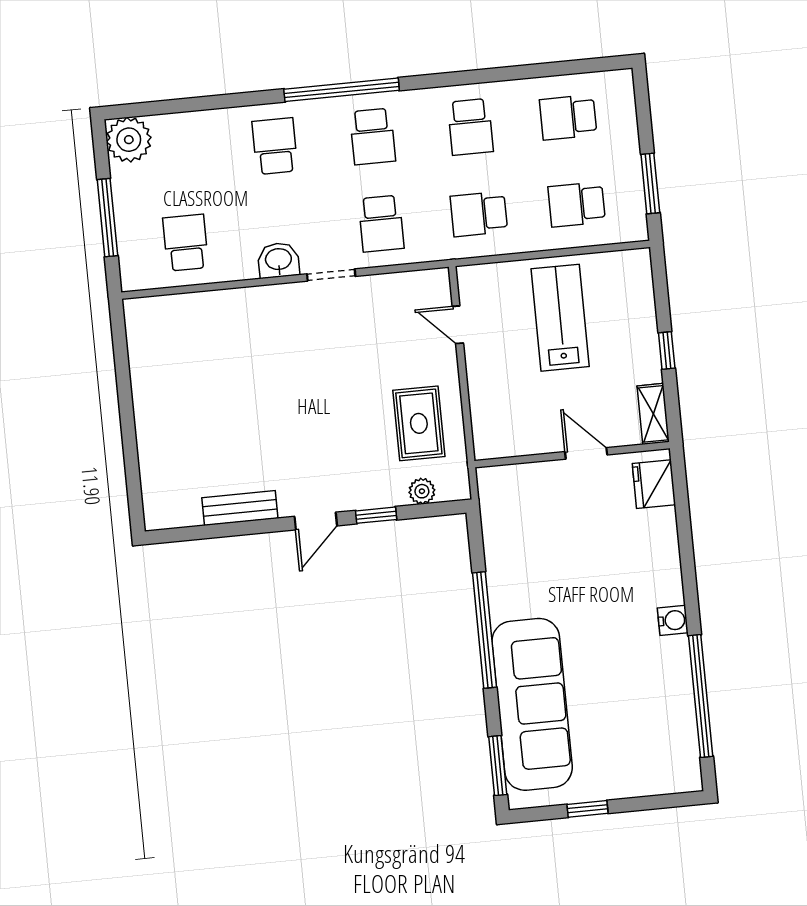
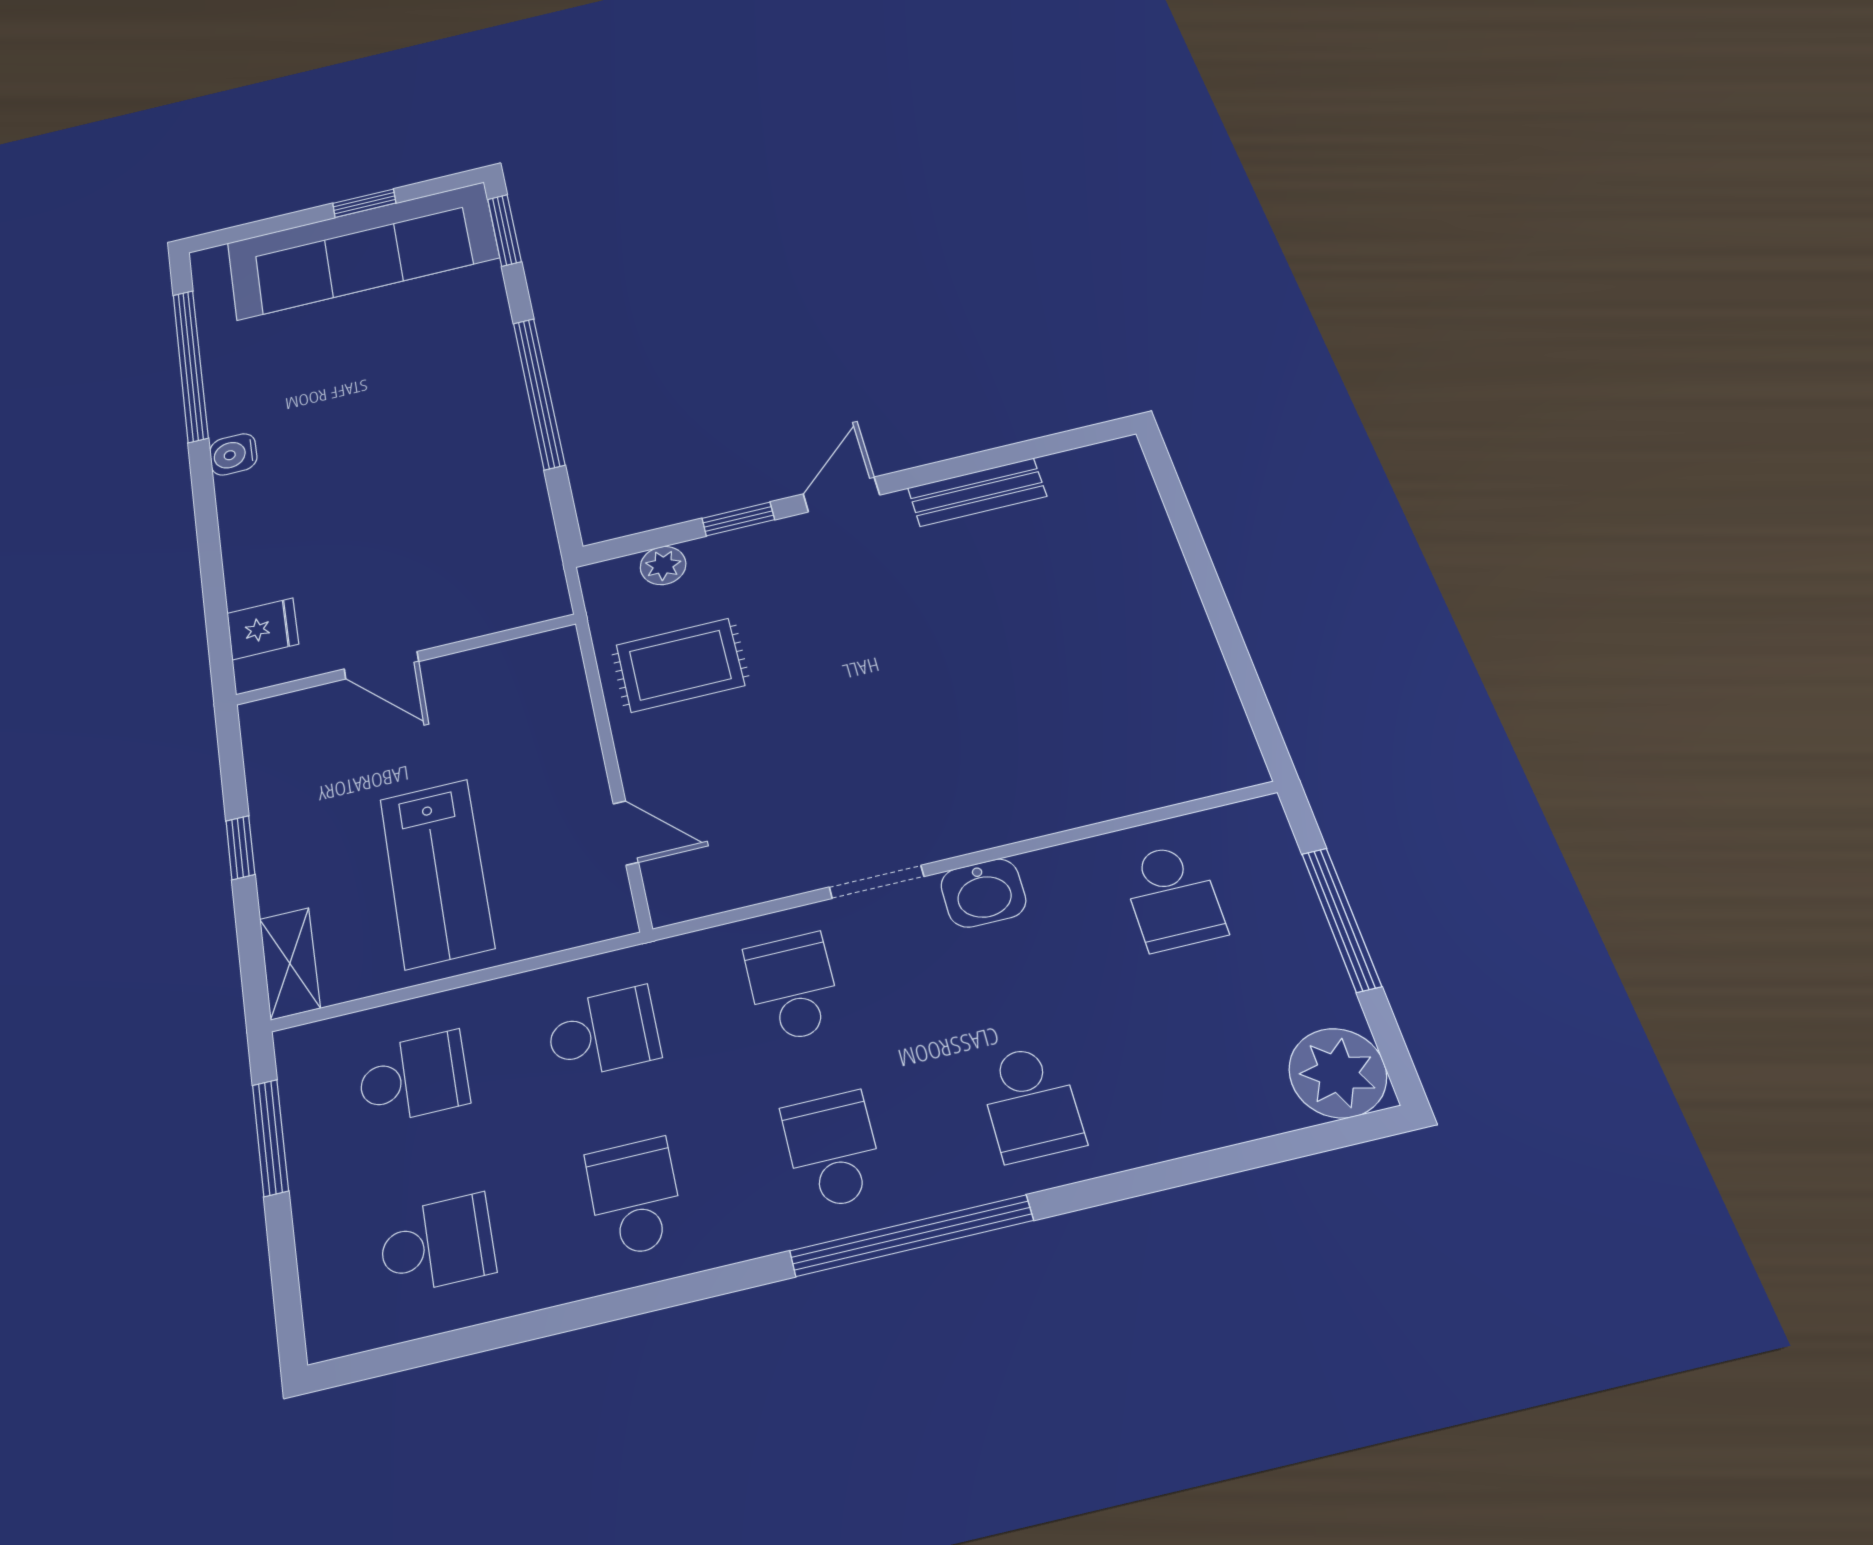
shelving: (653, 414) -> (290, 963), moved
rug: (419, 423) -> (680, 665), turned 90
fridge: (654, 484) -> (263, 629), width x0.72
sofa: (532, 704) -> (362, 250), moved, turned -90

